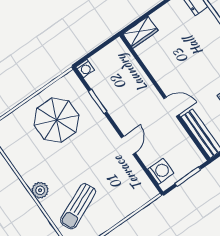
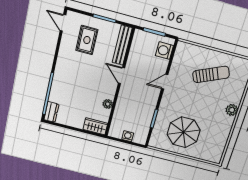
plant: (154, 67) -> (108, 104), added
washing machine: (85, 69) -> (128, 136), moved
sun lounger: (78, 206) -> (211, 74), moved

